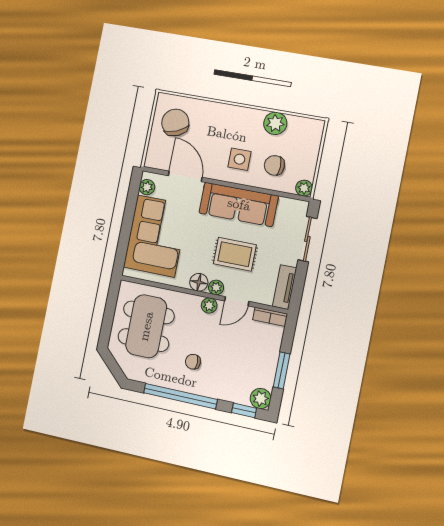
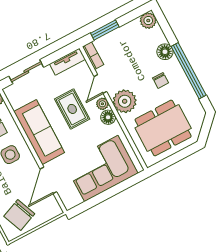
plant: (147, 187) -> (75, 200), removed
door: (237, 301) -> (100, 84), swing flipped
plant: (209, 305) -> (125, 101), width x1.88, depth x1.88
window: (282, 370) -> (105, 30), moved
floor lamp: (217, 389) -> (165, 52), added
window: (244, 410) -> (164, 25), removed

